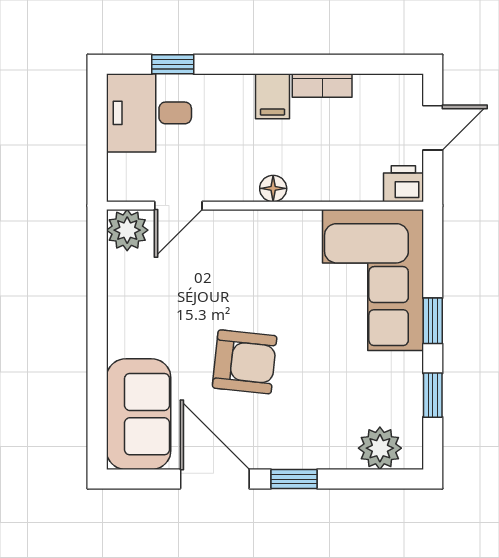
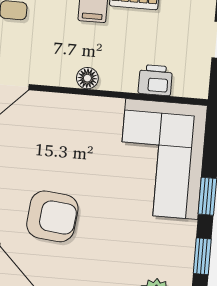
printer: (403, 184) -> (155, 80), moved

